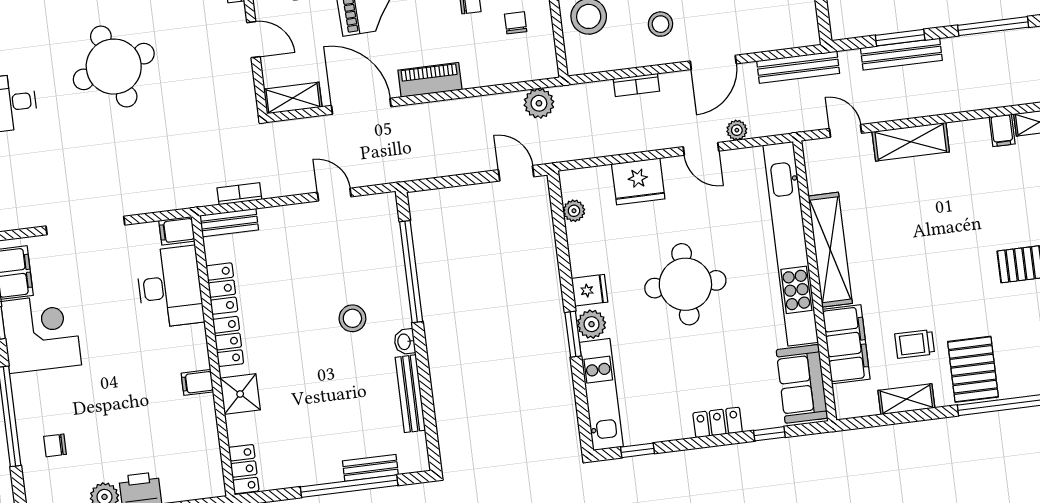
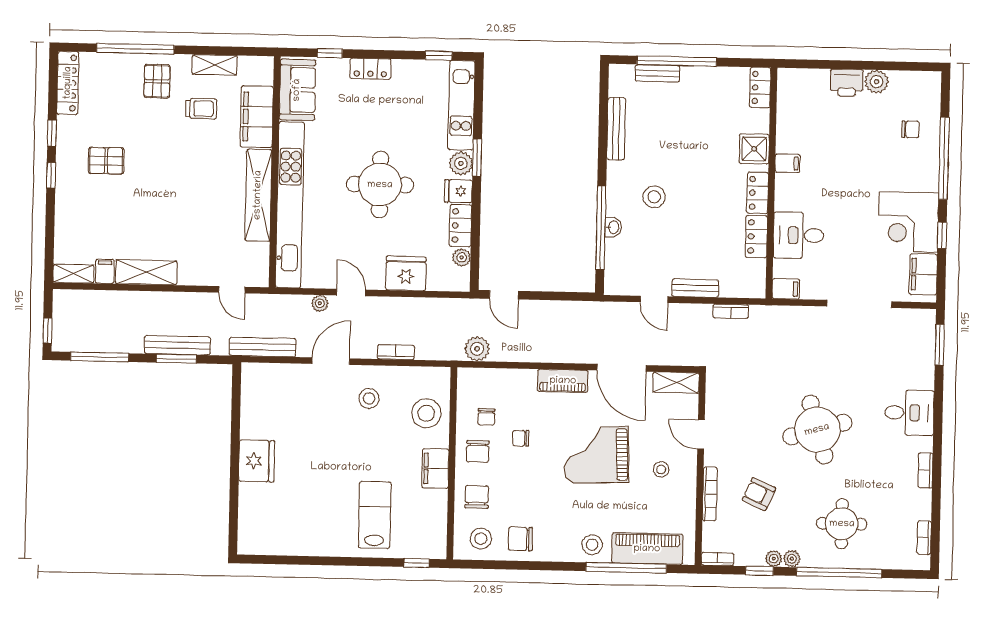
shelving: (911, 142) -> (146, 272), moved
bench: (229, 223) -> (695, 288), moved
locker: (581, 249) -> (461, 226), added
desk: (170, 287) -> (799, 235), width x0.73
washbasin: (405, 342) -> (613, 227), moved
pallet: (973, 369) -> (157, 81), width x0.67, depth x0.71

